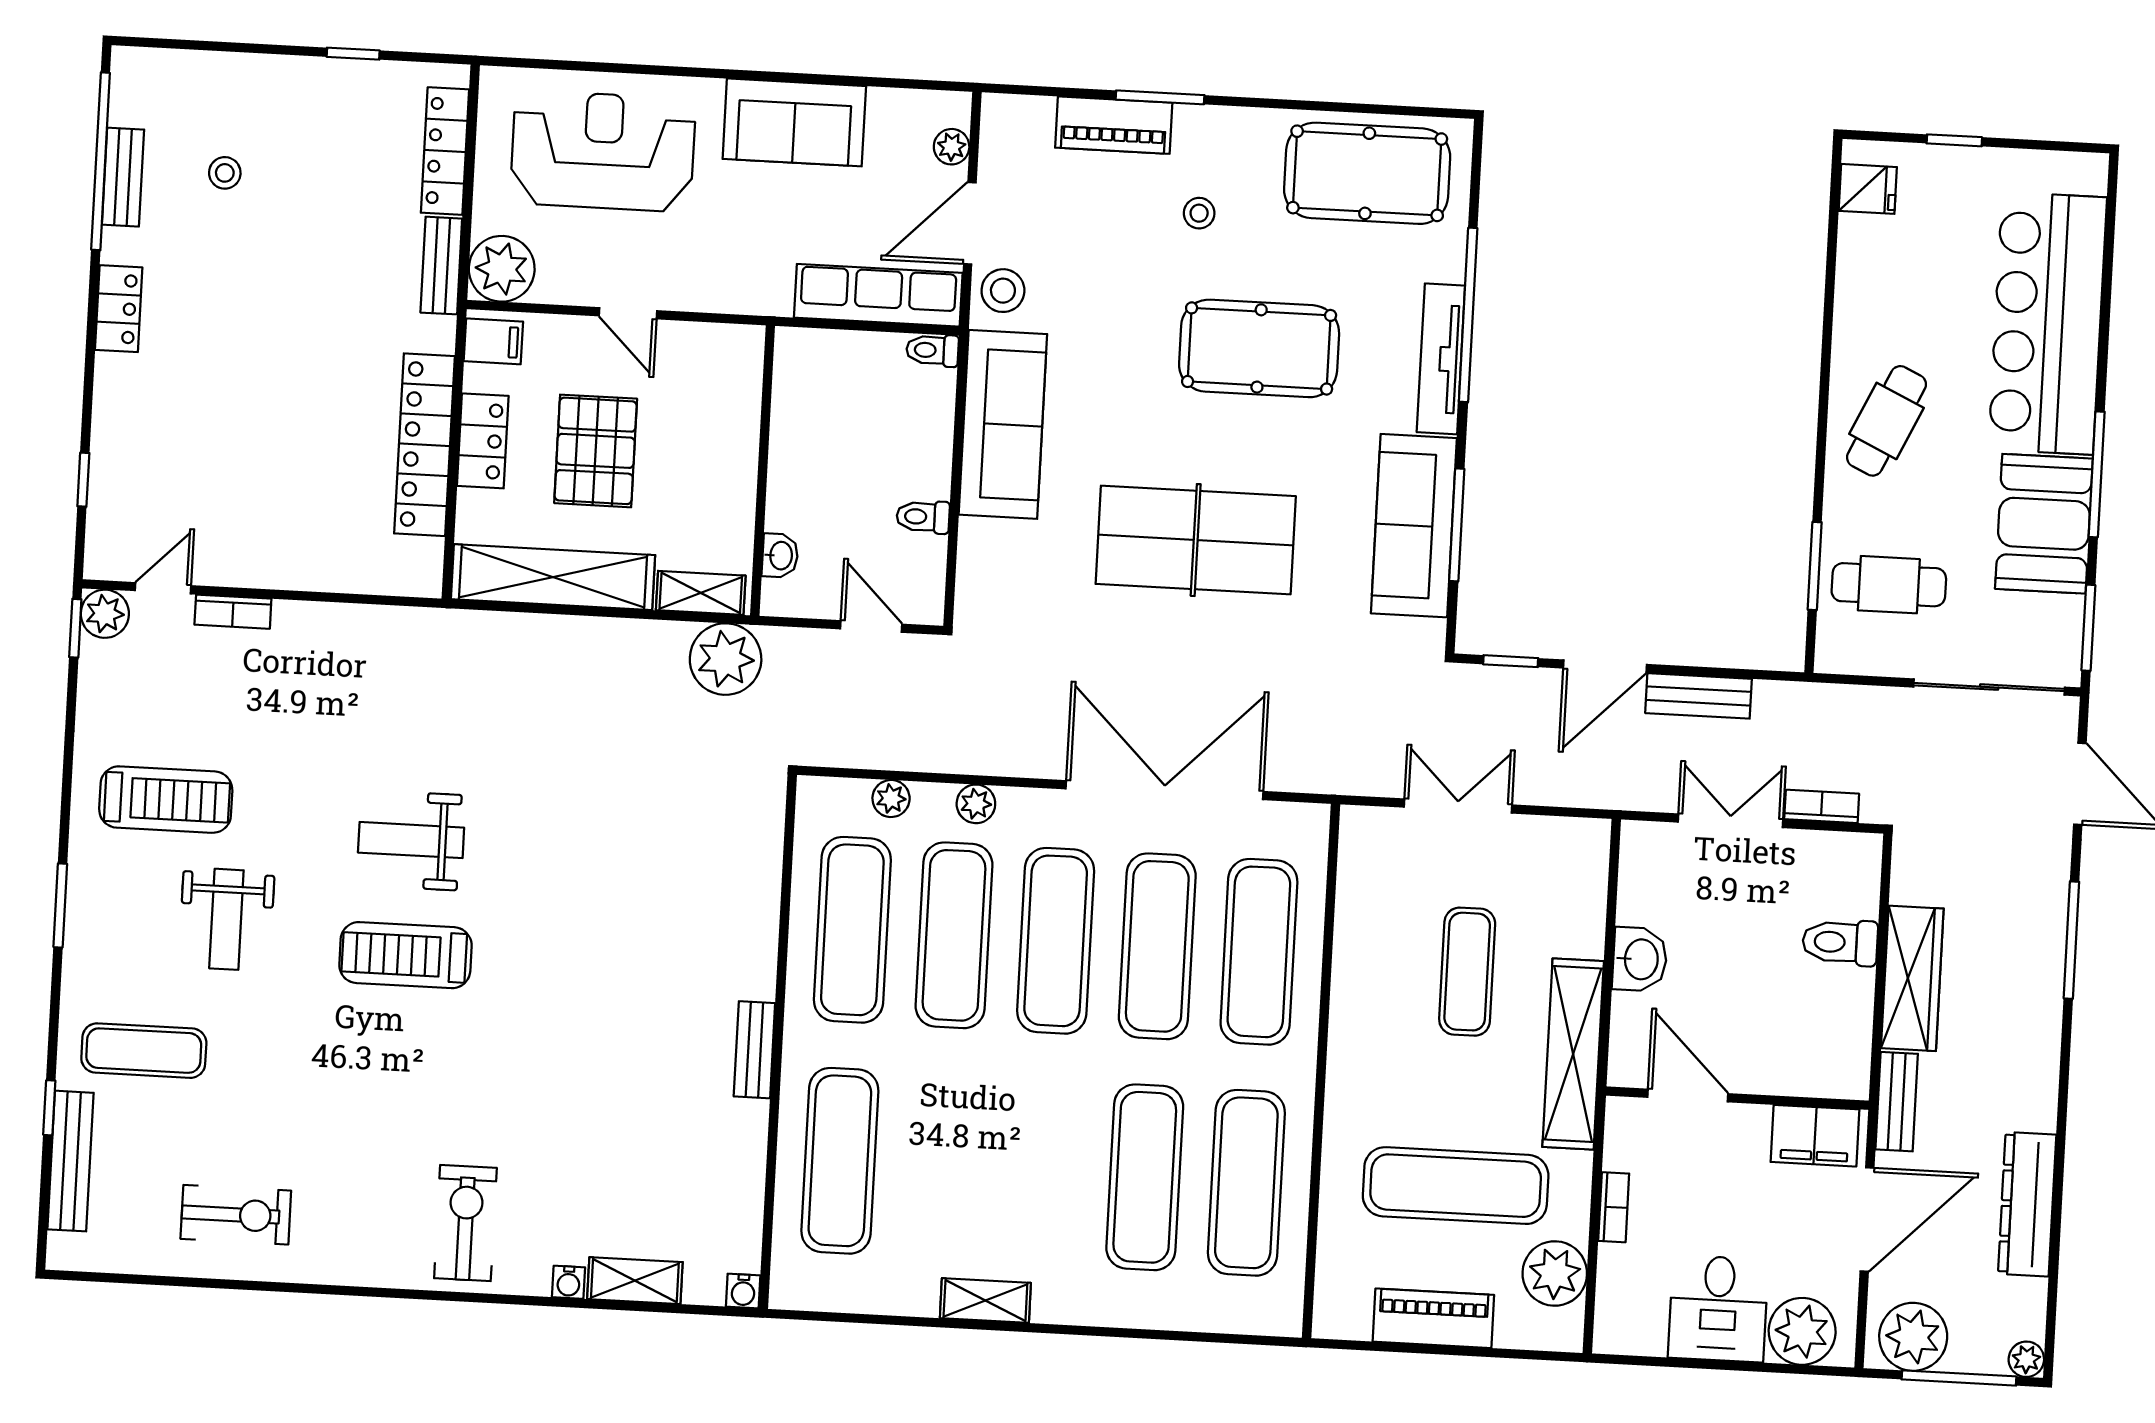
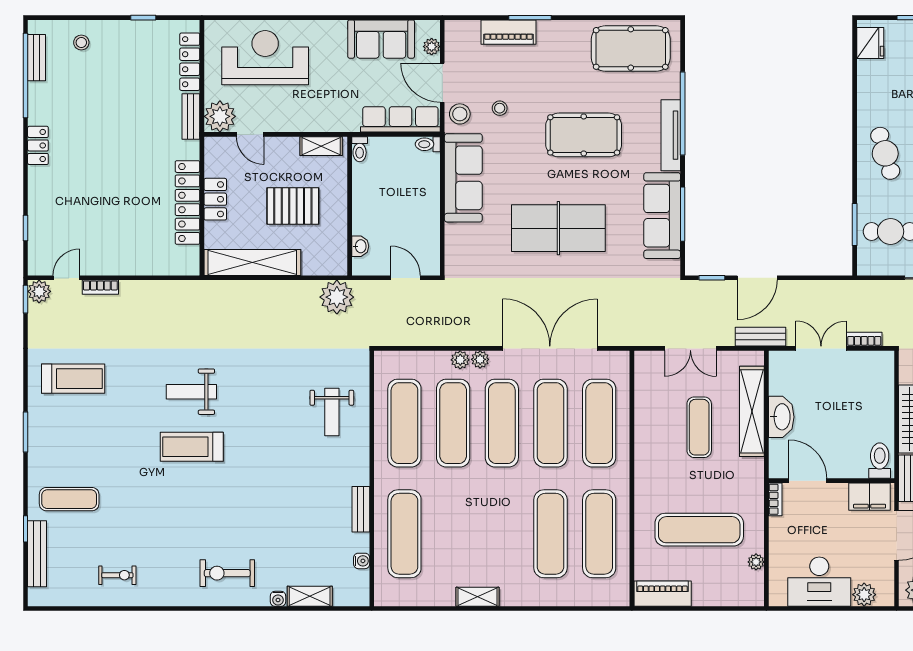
sofa: (794, 122) -> (381, 39), moved
stool: (225, 173) -> (81, 42), moved
bench: (123, 177) -> (37, 58), moved
fridge: (1868, 189) -> (870, 43), width x1.38
stool: (1199, 213) -> (500, 108), moved
door: (970, 223) -> (442, 83), hinge flipped
door: (628, 313) -> (250, 134), moved
filing cabinet: (493, 341) -> (218, 151), removed
cafe table: (1887, 421) -> (885, 153), turned -42
pallet: (596, 451) -> (293, 206), moved, turned 90
toilet: (923, 517) -> (360, 149), moved, turned -90
shelving: (701, 593) -> (321, 146), moved
bench: (1699, 696) -> (760, 337), moved
plant: (891, 799) -> (480, 359), moved
double door: (1458, 806) -> (690, 348), swing flipped
weight bench: (226, 919) -> (332, 412), moved
toilet: (1840, 942) -> (880, 461), moved, turned 90
washbasin: (1640, 959) -> (781, 417), width x1.38
bench: (754, 1050) -> (361, 509), moved
shelving: (1573, 1054) -> (752, 411), moved
bookcase: (1614, 1207) -> (775, 499), moved
exercise bike: (236, 1215) -> (117, 575), width x0.73, depth x0.72
exercise bike: (465, 1223) -> (227, 573), turned -90
plant: (1555, 1273) -> (756, 562), width x0.53, depth x0.53
water cooler: (743, 1291) -> (362, 561), moved, turned -90
desk: (1718, 1309) -> (819, 582), width x1.37
piano: (1433, 1318) -> (663, 594), moved
plant: (1802, 1331) -> (864, 595), width x0.73, depth x0.73

